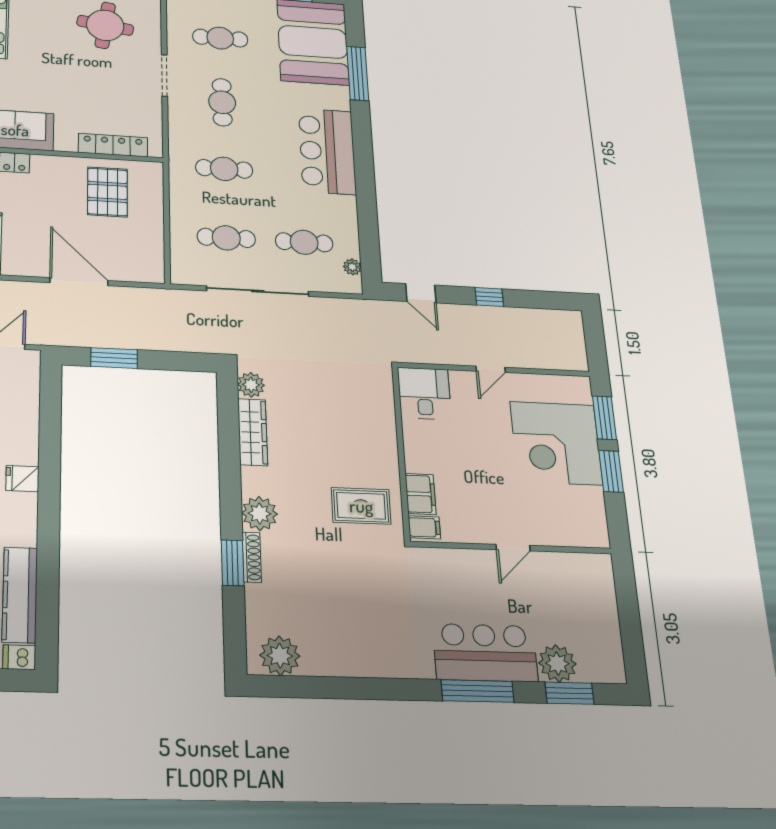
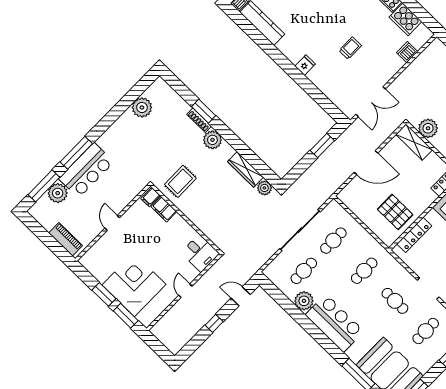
plant: (352, 267) -> (304, 301), moved, width x1.88, depth x1.88
piano: (602, 592) -> (66, 239), added
plant: (280, 656) -> (142, 107), moved
window: (570, 693) -> (44, 186), width x1.44

